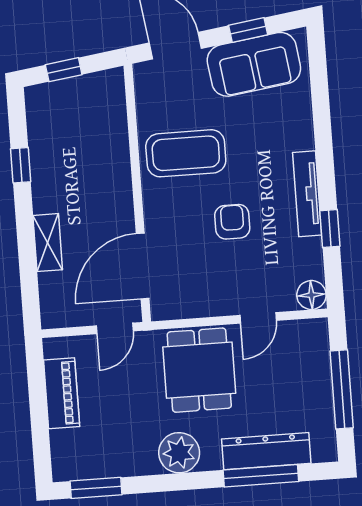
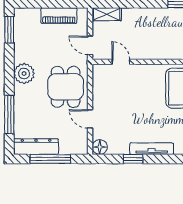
armchair: (232, 222) -> (140, 109), removed
shelving: (48, 243) -> (107, 14), moved
door: (143, 266) -> (121, 62), width x0.53
dining table: (199, 370) -> (66, 87), turned 90
dresser: (266, 451) -> (36, 147), moved, turned -90

